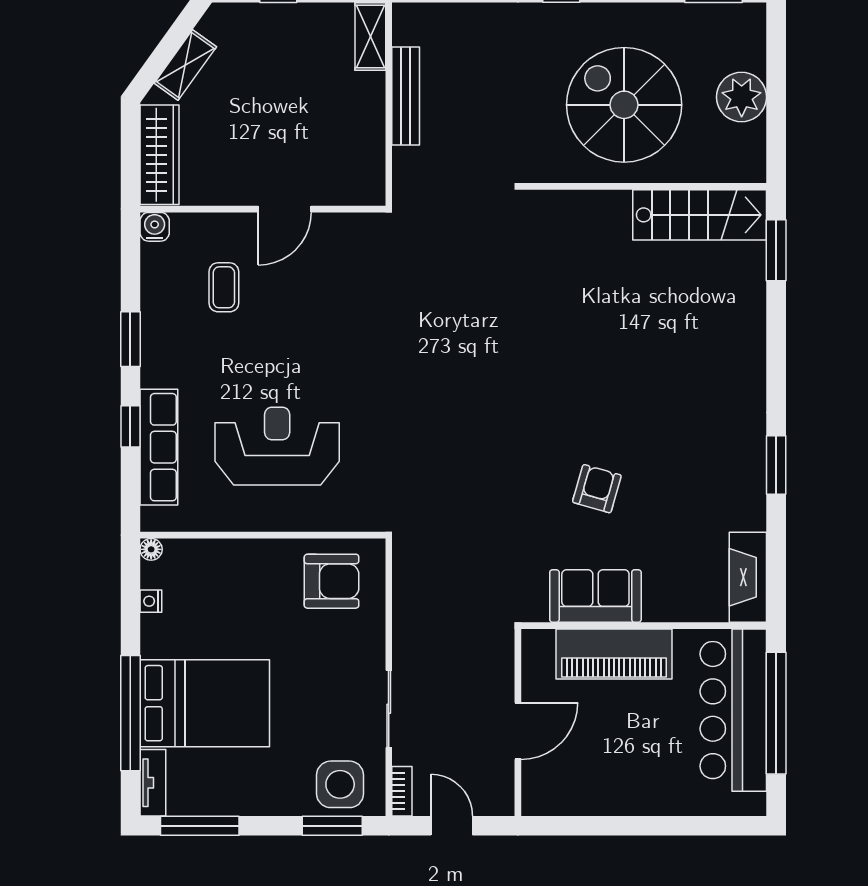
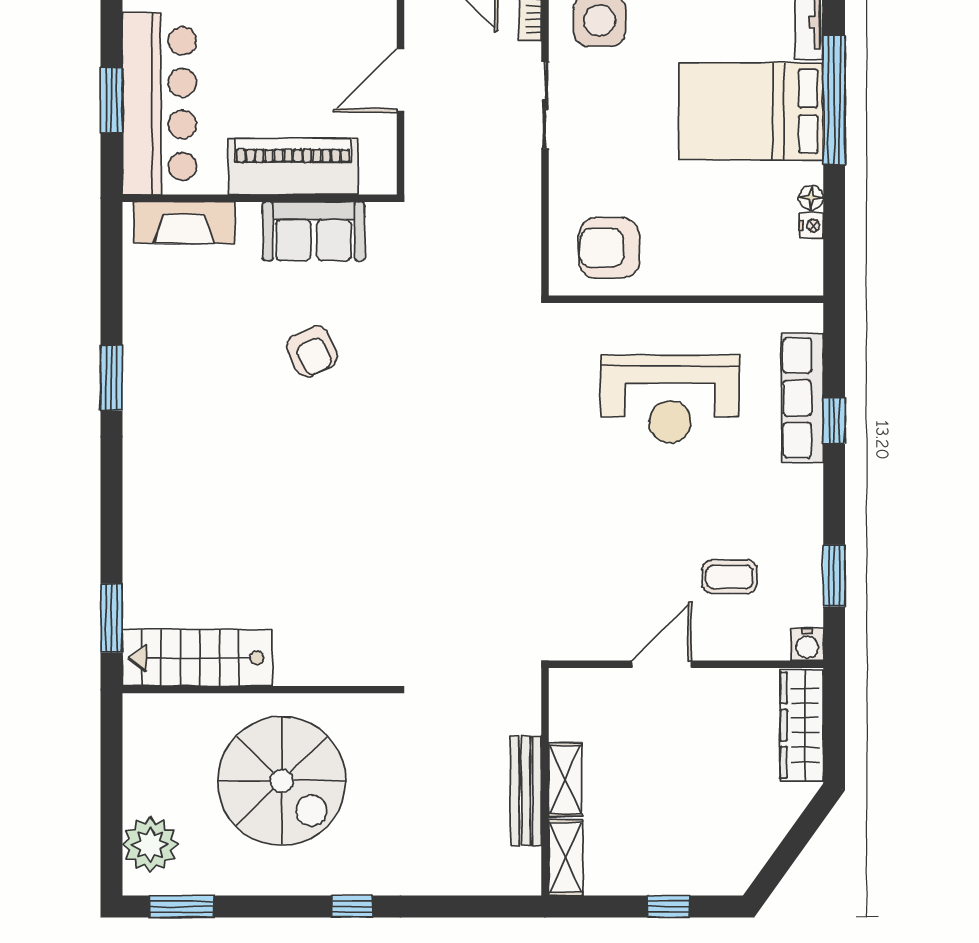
shelving: (185, 65) -> (565, 780), moved, turned -36
plant: (742, 97) -> (150, 845), moved
coffee table: (224, 287) -> (730, 577), turned 90
window: (130, 339) -> (834, 576), moved
armchair: (597, 489) -> (312, 351), turned -41
floor lamp: (151, 549) -> (811, 198), moved
fireplace: (748, 577) -> (184, 223), moved, turned 90
window: (776, 713) -> (111, 100), width x0.47

